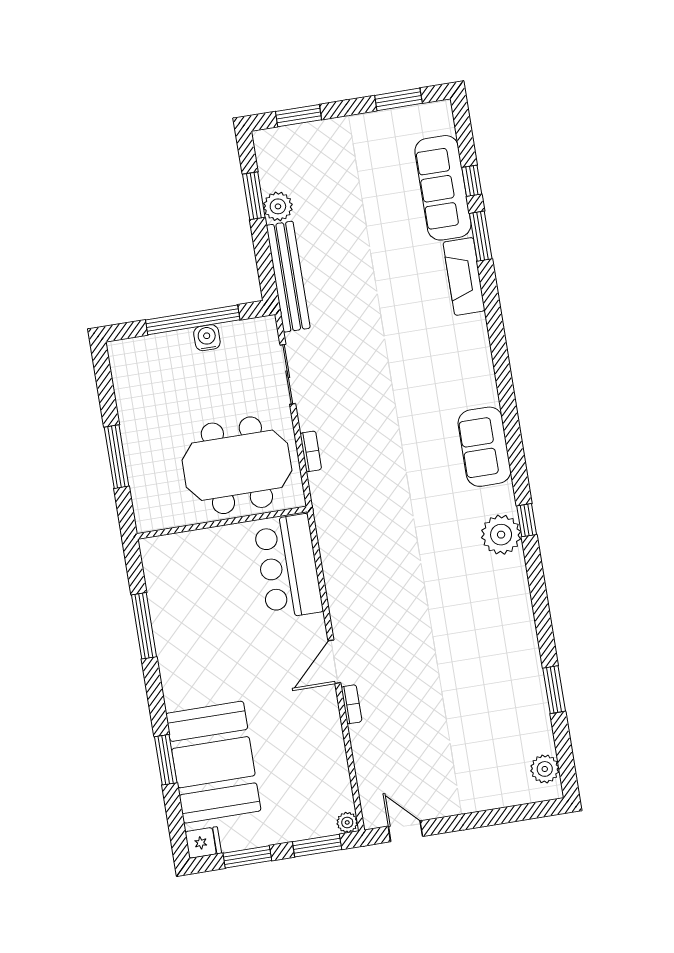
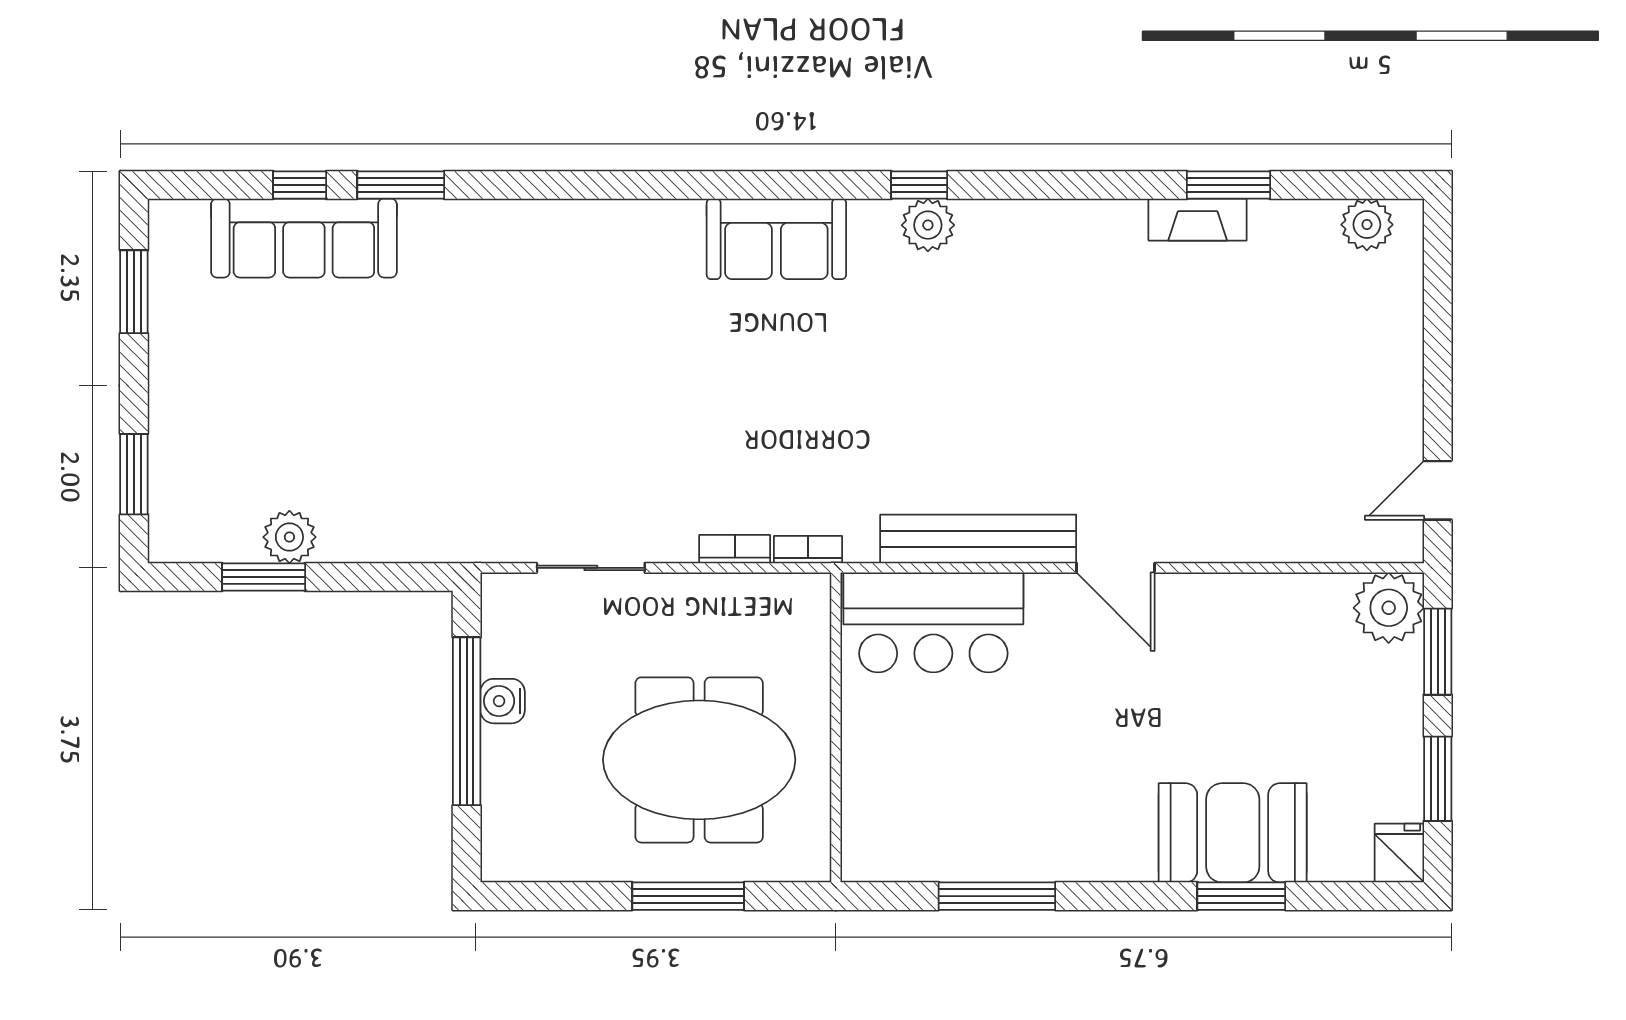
fireplace: (464, 276) -> (1198, 220), moved, width x0.73, depth x0.76
bench: (288, 277) -> (978, 539), moved
meeting table: (237, 465) -> (699, 760), moved, turned 90
plant: (501, 535) -> (928, 225), width x0.73, depth x0.73
bookcase: (351, 704) -> (808, 550), moved
booth: (213, 762) -> (1233, 833), width x0.73, depth x0.70
plant: (347, 822) -> (1389, 608), width x1.87, depth x1.87

